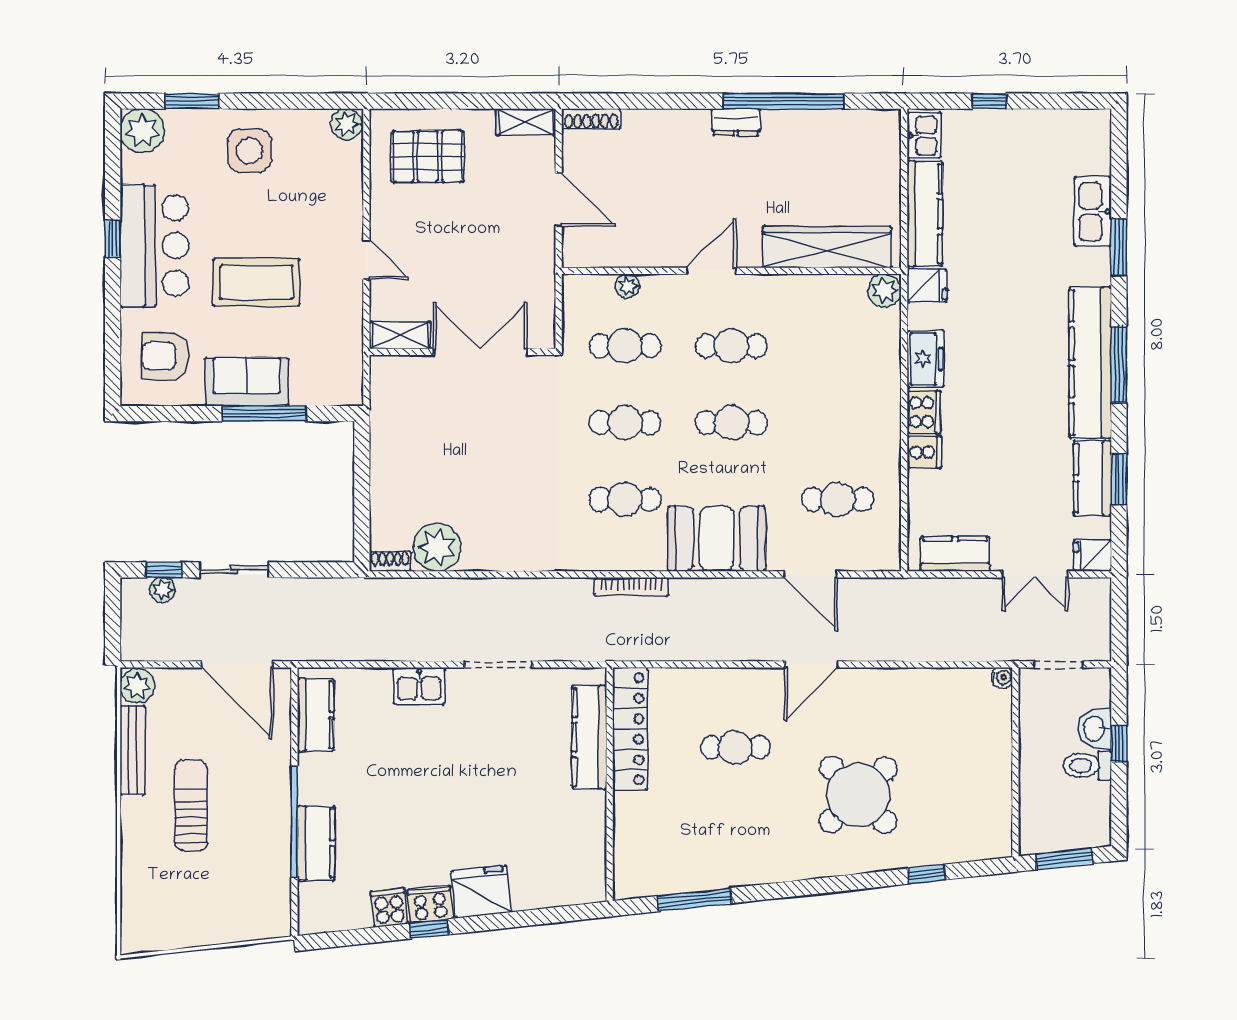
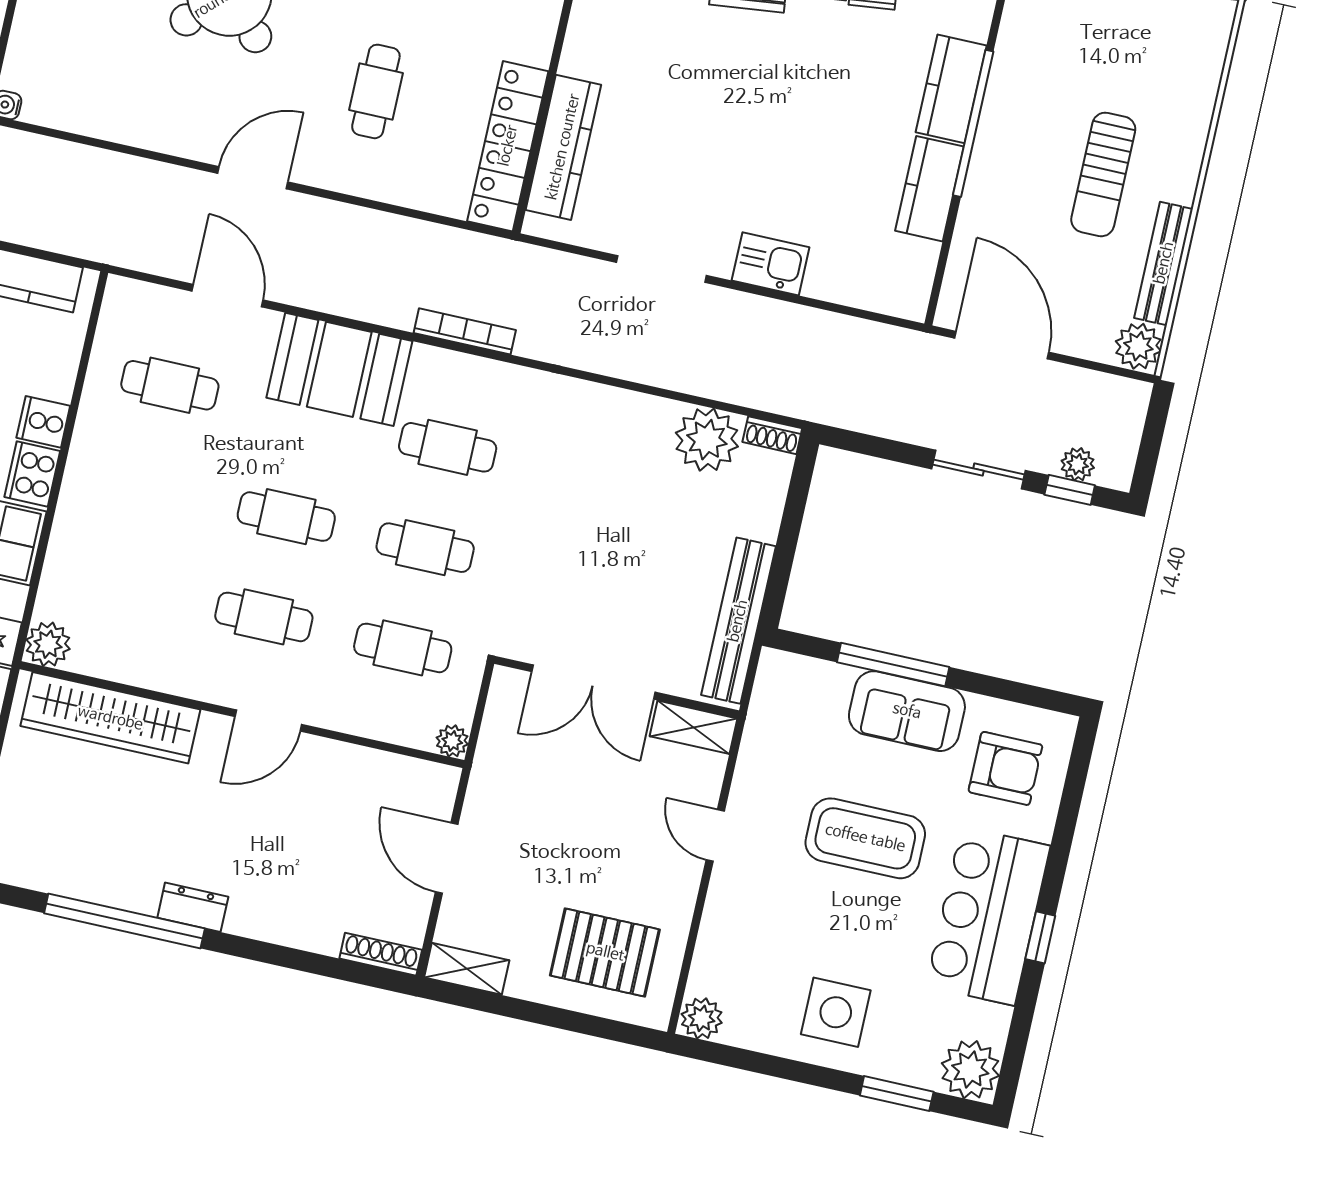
plant: (628, 286) -> (452, 741), moved
bench: (384, 420) -> (738, 621), added
kitchen counter: (316, 715) -> (929, 189), moved
cafe table: (735, 747) -> (376, 91), turned 90

